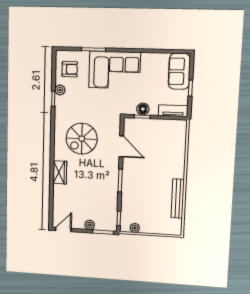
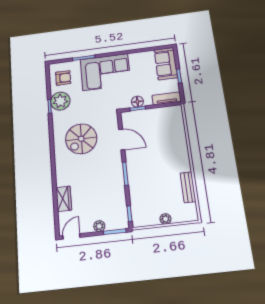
plant: (60, 90) -> (60, 101), width x1.88, depth x1.88
wardrobe: (60, 172) -> (64, 199), moved
bench: (178, 199) -> (188, 187), width x0.73
plant: (135, 228) -> (165, 219), moved

